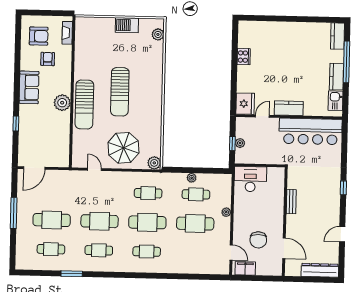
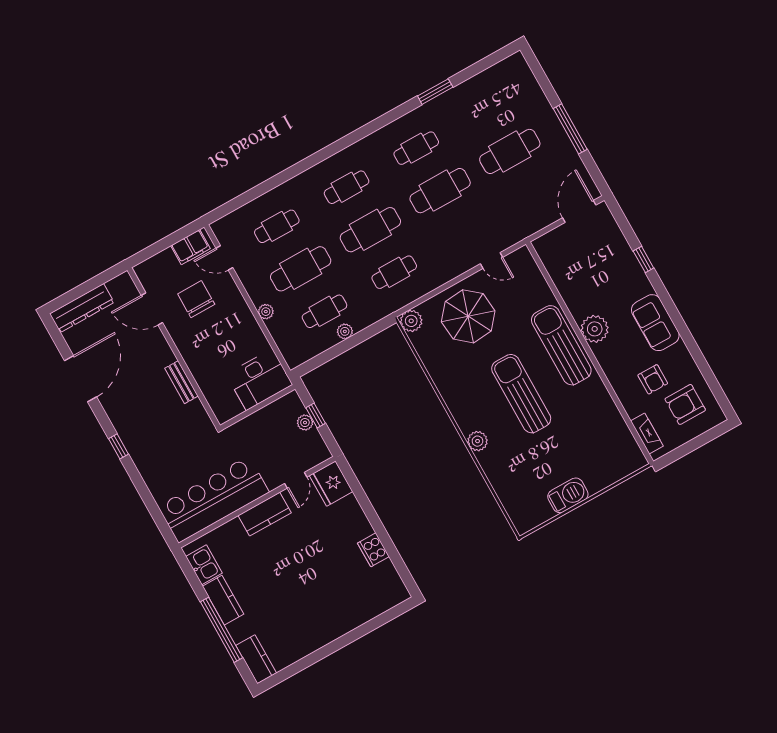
plant: (158, 34) -> (478, 441), moved
door: (342, 234) -> (80, 379), width x1.88
cafe table: (51, 249) -> (277, 226), moved

